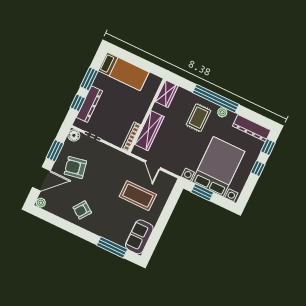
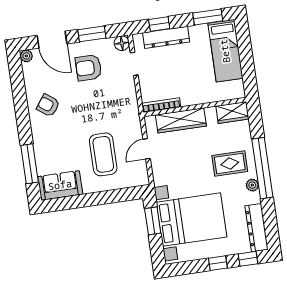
window: (89, 79) -> (208, 17), moved
armchair: (75, 168) -> (89, 68), turned -79

